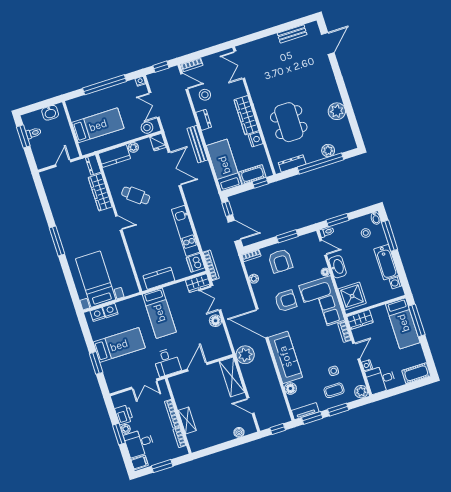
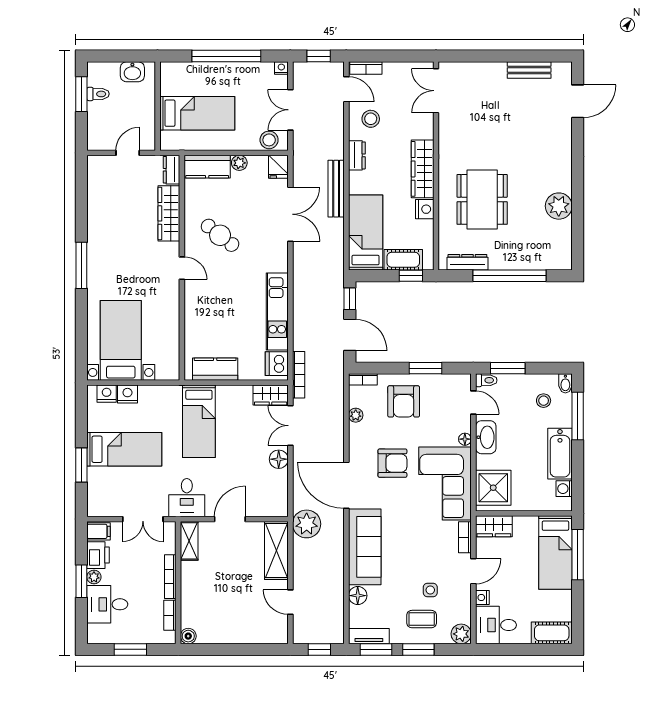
plant: (328, 151) -> (527, 260), removed
shelving: (187, 420) -> (189, 541), moved
boiler: (239, 432) -> (188, 636), moved
filing cabinet: (140, 462) -> (99, 531), moved

